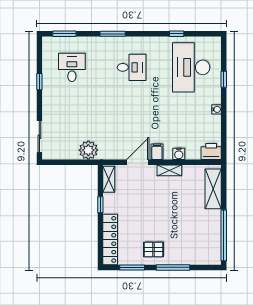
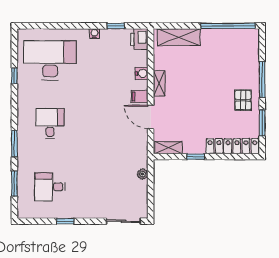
window: (64, 34) -> (14, 184), moved
desk: (191, 67) -> (50, 60), turned 180
window: (224, 79) -> (116, 26), moved
plant: (88, 150) -> (142, 174), width x0.53, depth x0.53

